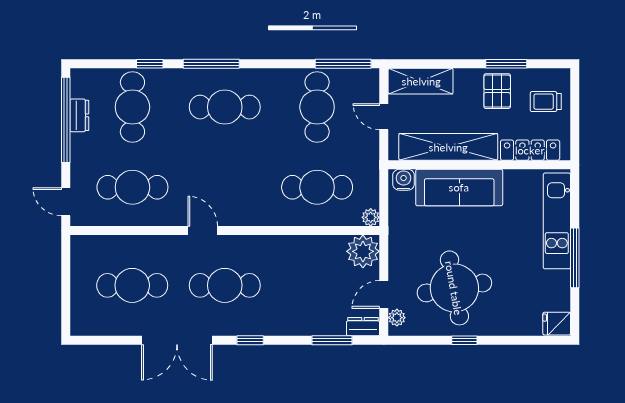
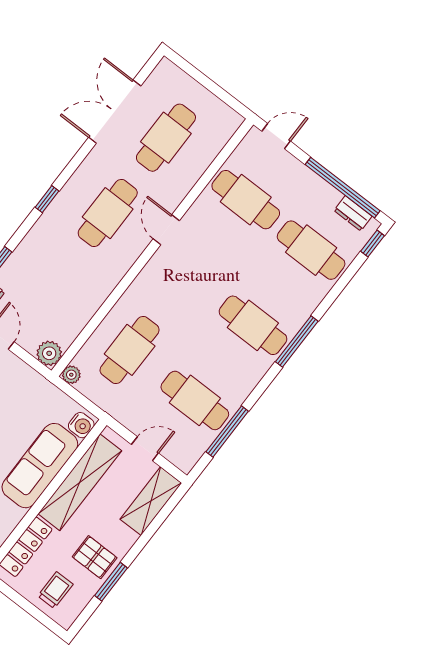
window: (150, 64) -> (373, 243), moved
window: (343, 64) -> (227, 431), moved
cafe table: (225, 107) -> (253, 325), turned 90
dresser: (79, 115) -> (353, 213), moved
cafe table: (132, 187) -> (246, 200), turned 90
door: (203, 231) -> (166, 230), swing flipped
plant: (363, 251) -> (49, 353), width x0.73, depth x0.73
double door: (177, 340) -> (115, 112), moved

